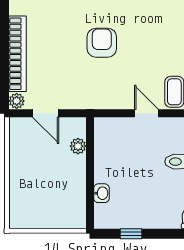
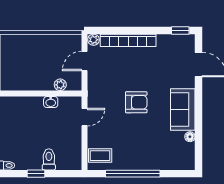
door: (146, 113) -> (84, 117), moved
washbasin: (101, 193) -> (51, 102), moved

